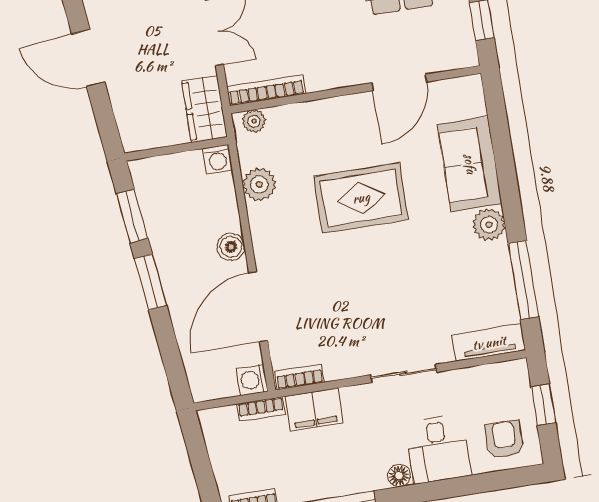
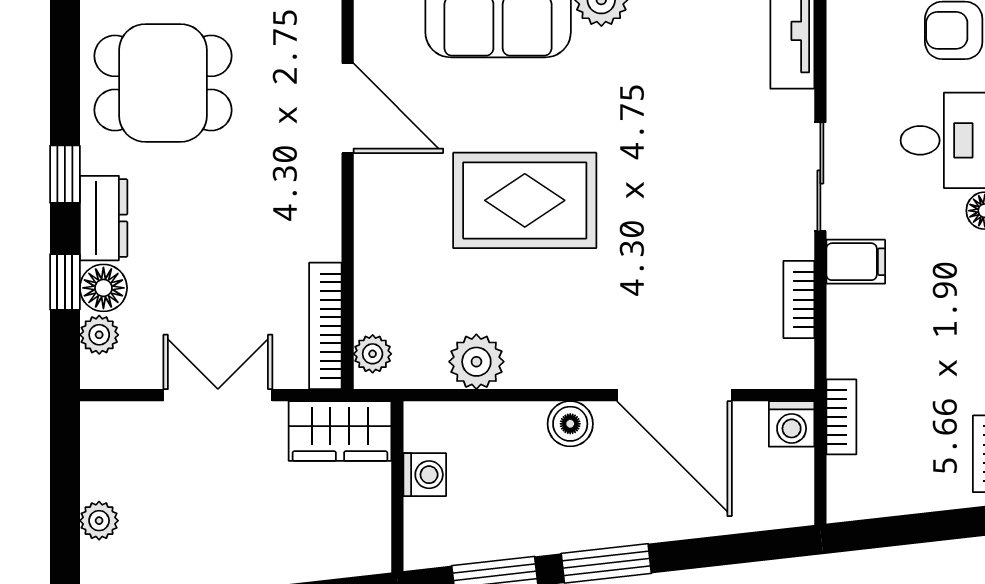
washing machine: (218, 159) -> (425, 475), moved
rug: (361, 198) -> (525, 200), turned 90
bookcase: (299, 377) -> (799, 300), moved
filing cabinet: (314, 410) -> (856, 262), moved, width x0.50

